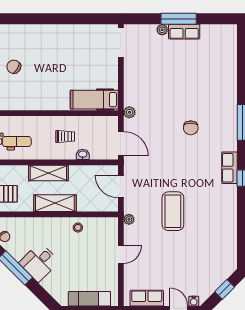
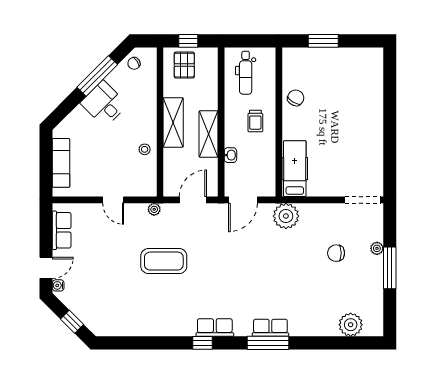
row of seats: (184, 32) -> (270, 328), moved, turned 90
plant: (227, 52) -> (351, 325), added
chair: (14, 67) -> (296, 98), moved
plant: (129, 112) -> (286, 216), width x1.87, depth x1.87
chair: (191, 128) -> (336, 253), moved
trolley: (65, 136) -> (255, 121), moved
shelving: (48, 173) -> (209, 134), moved

